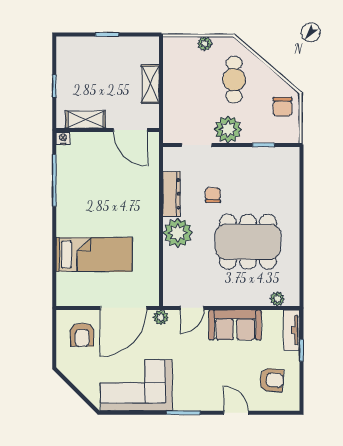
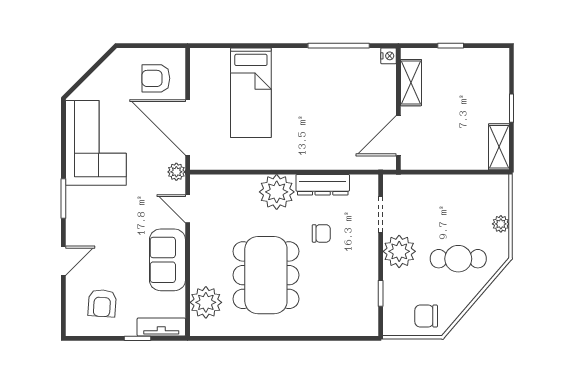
shelving: (150, 84) -> (499, 147), moved, turned 90
plant: (277, 299) -> (206, 302), width x1.88, depth x1.88

